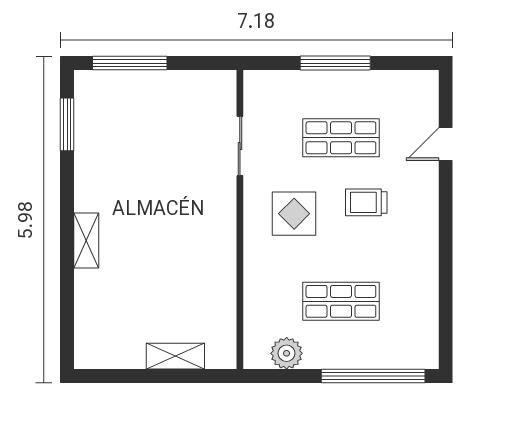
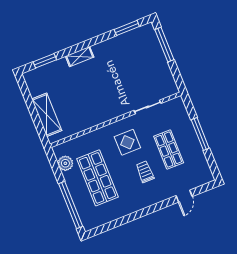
door: (446, 144) -> (184, 196), swing flipped
shop shelf: (341, 301) -> (97, 178), width x1.43, depth x1.36
window: (67, 313) -> (45, 61), added
shelving: (175, 356) -> (47, 115), width x1.50, depth x1.33

